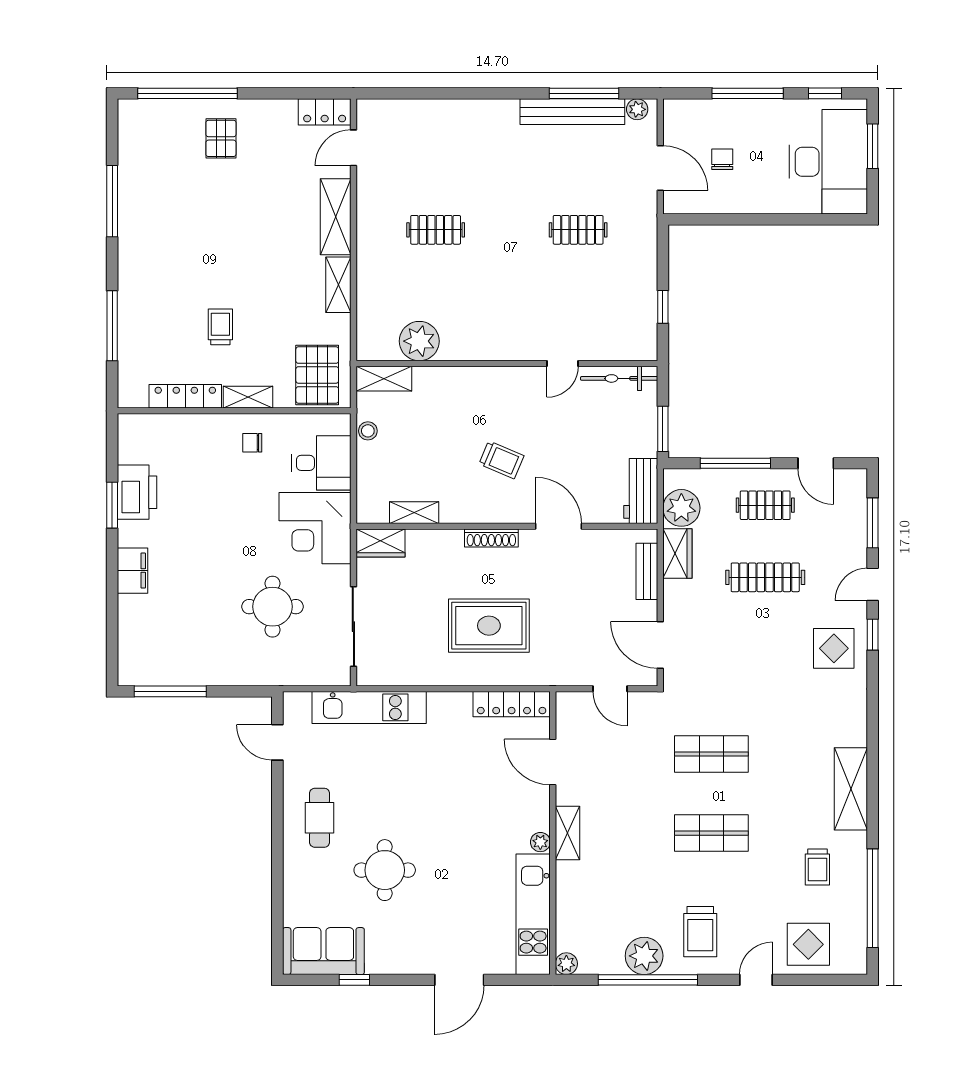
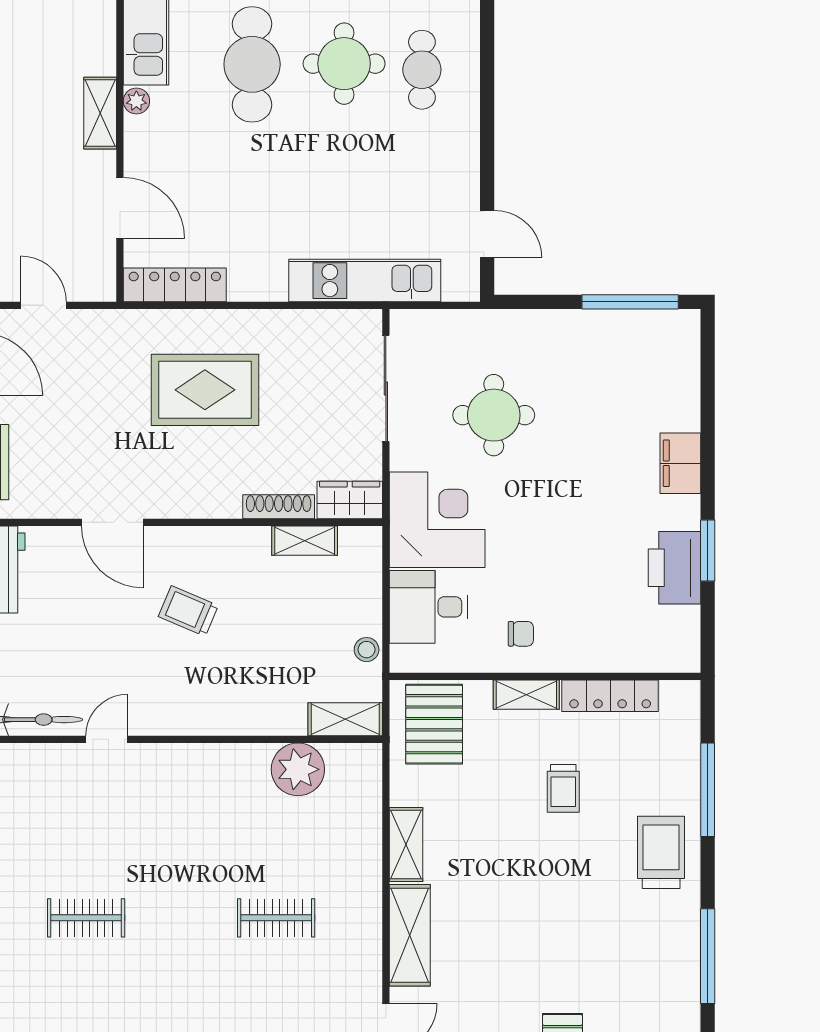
trolley: (147, 279) -> (661, 852), added
shoe rack: (491, 538) -> (279, 507), moved
cafe table: (320, 818) -> (422, 70), moved
cafe table: (454, 870) -> (252, 64), added

